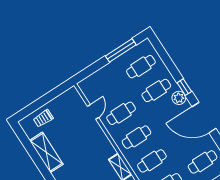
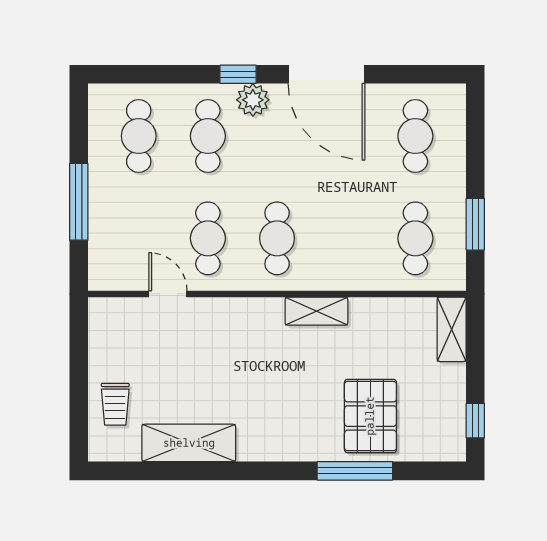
window: (121, 50) -> (79, 202), moved
door: (204, 118) -> (326, 74), hinge flipped
cafe table: (152, 161) -> (346, 238), removed

